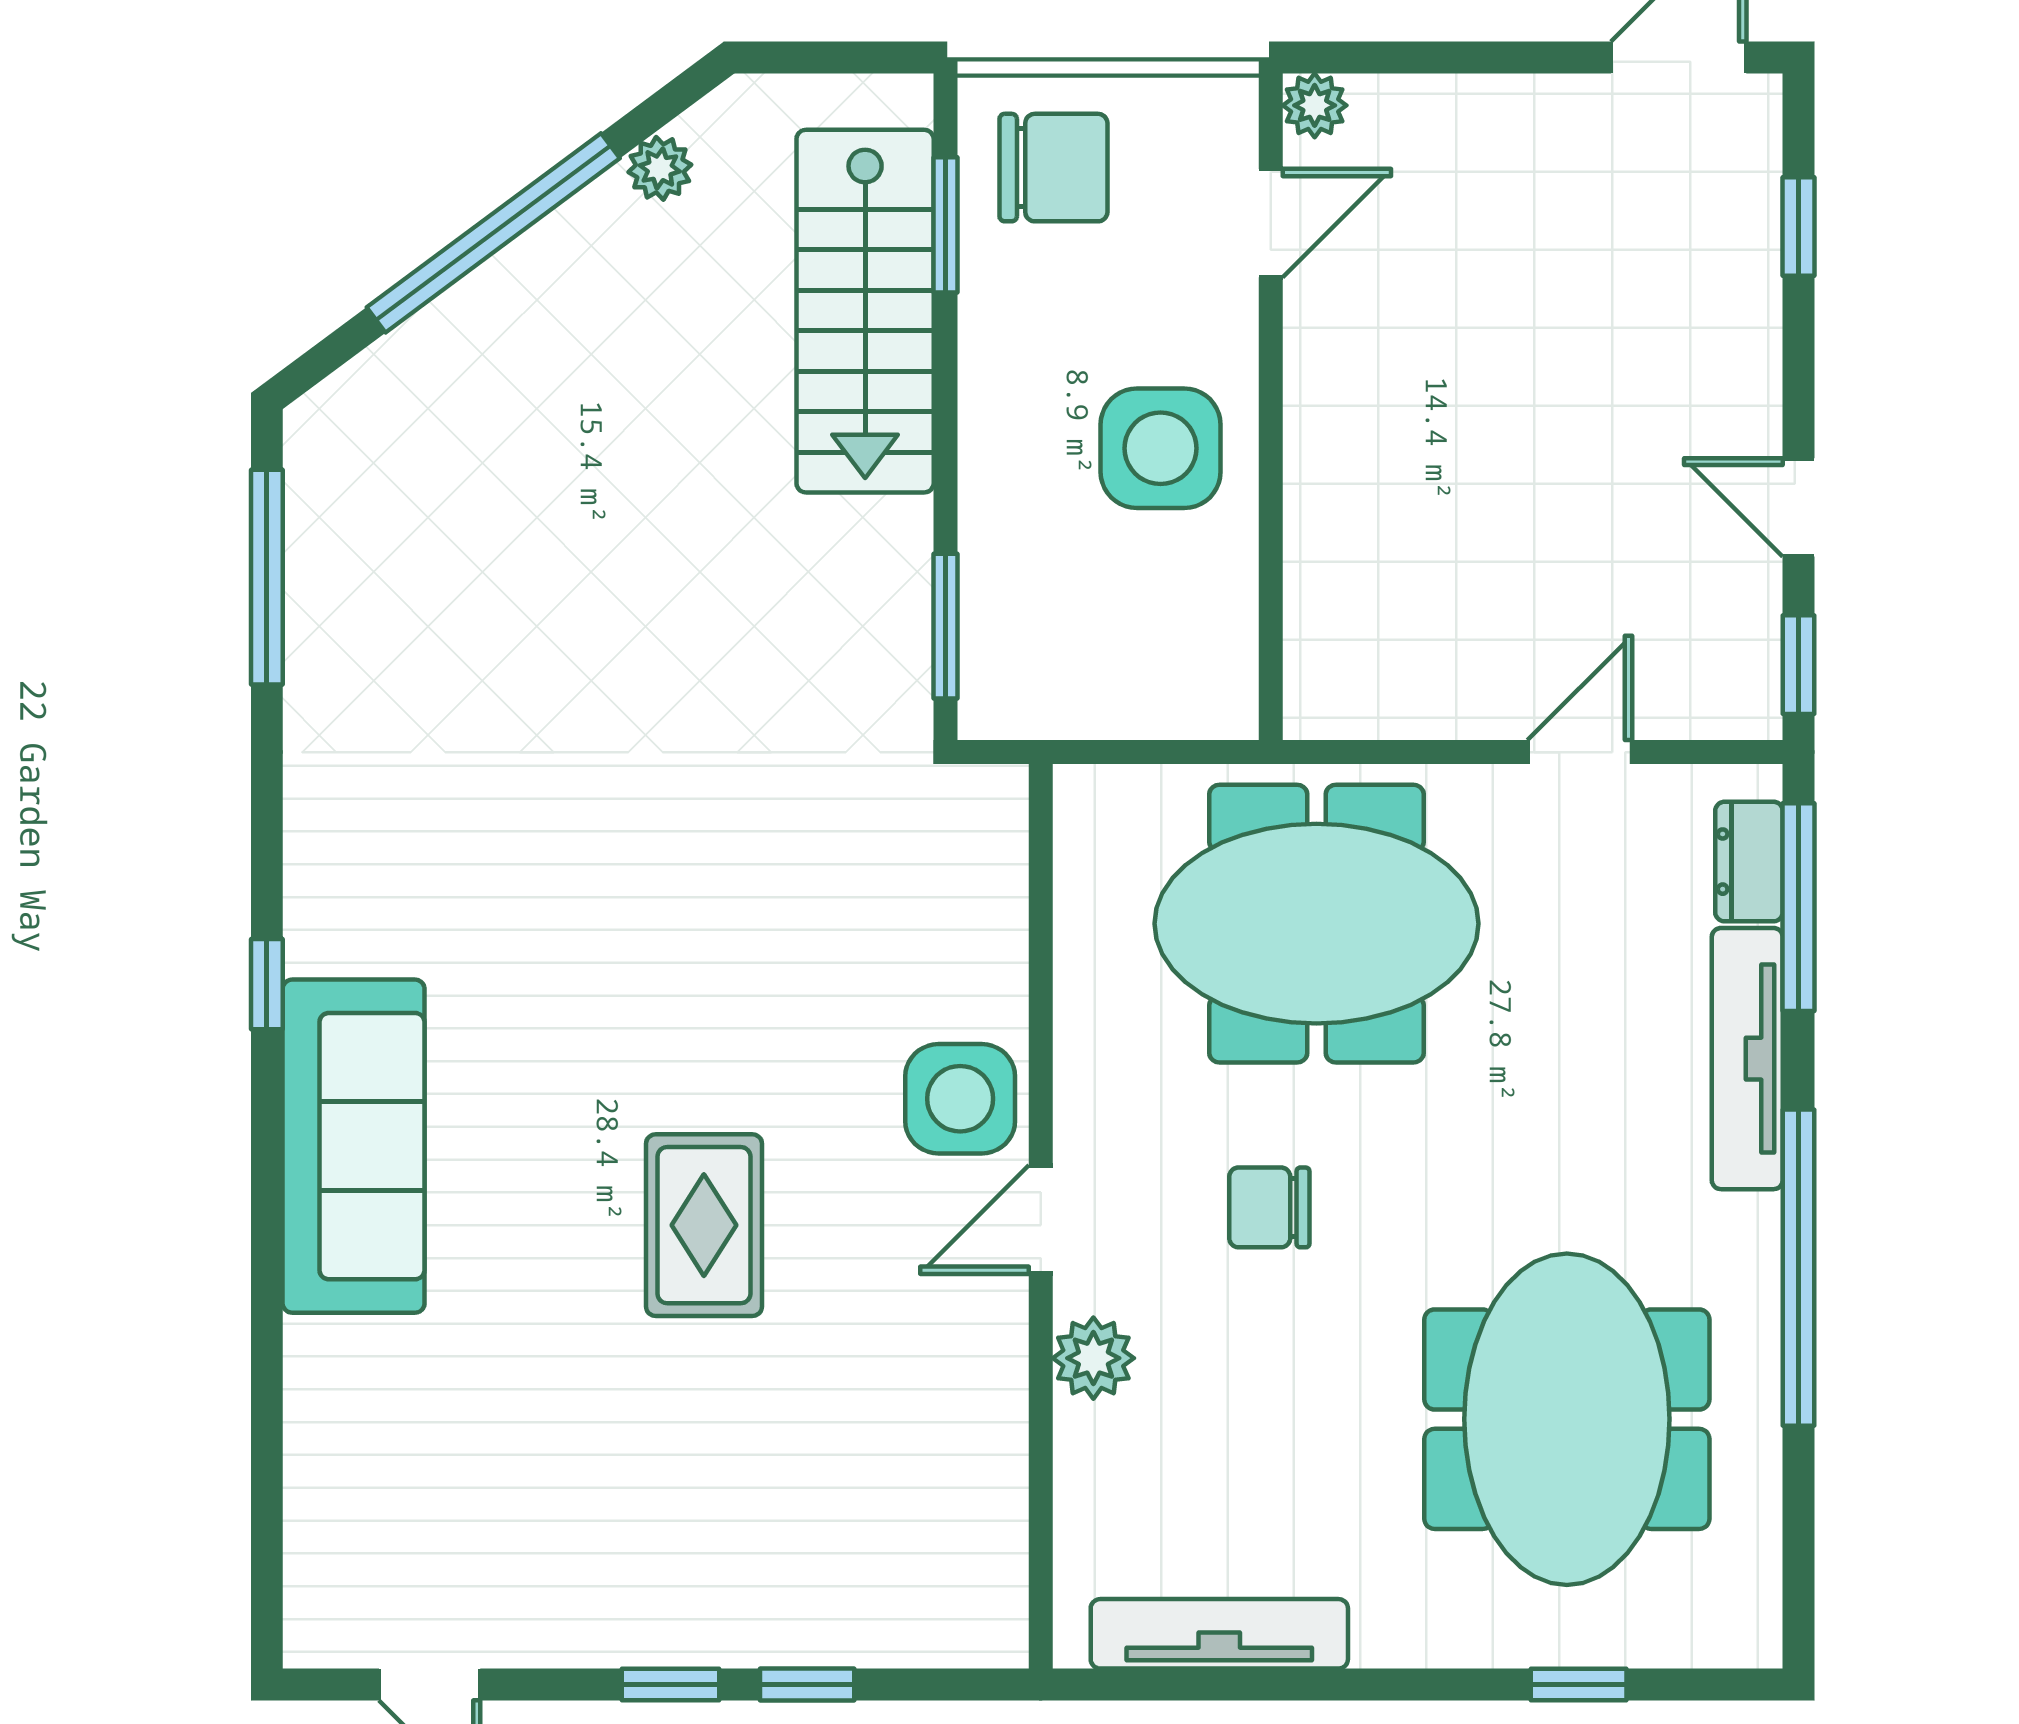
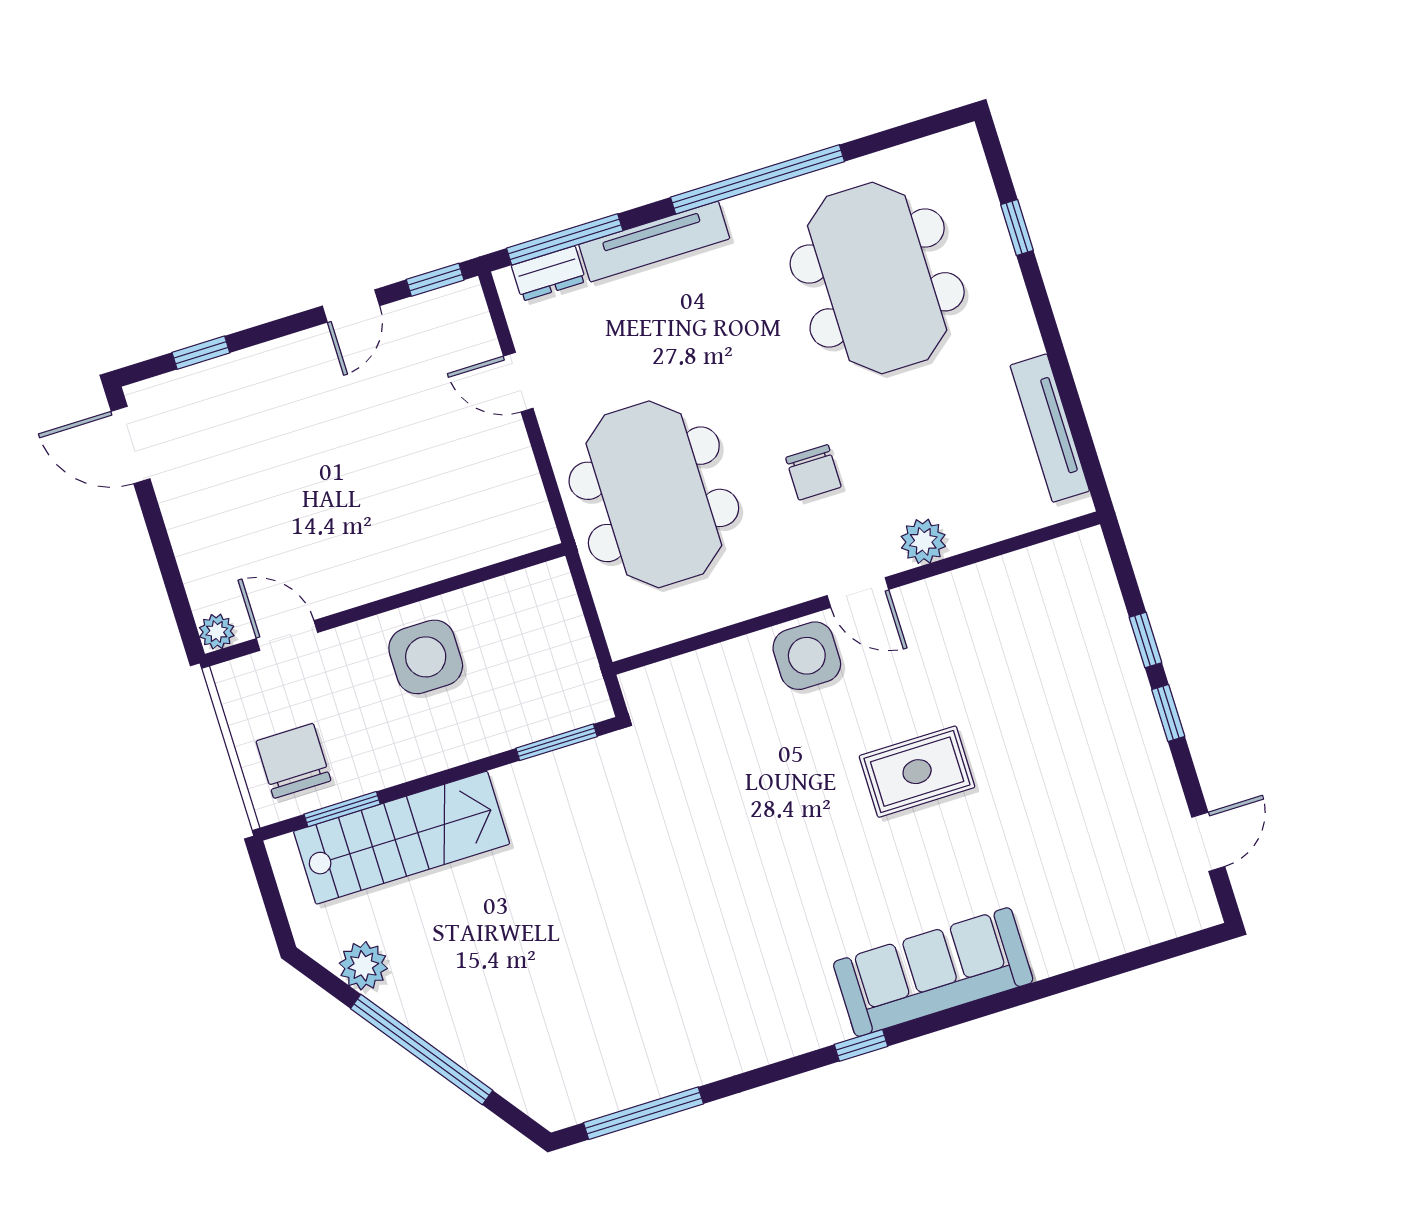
plant: (660, 168) -> (363, 966), width x1.38, depth x1.38
meeting table: (1567, 1419) -> (877, 278), turned 90

